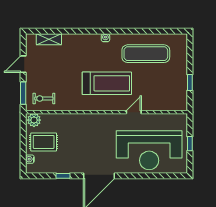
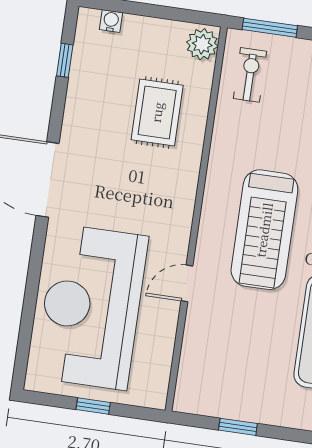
door: (134, 112) -> (187, 283), swing flipped
rug: (44, 142) -> (157, 112), moved
window: (63, 176) -> (65, 60), moved

